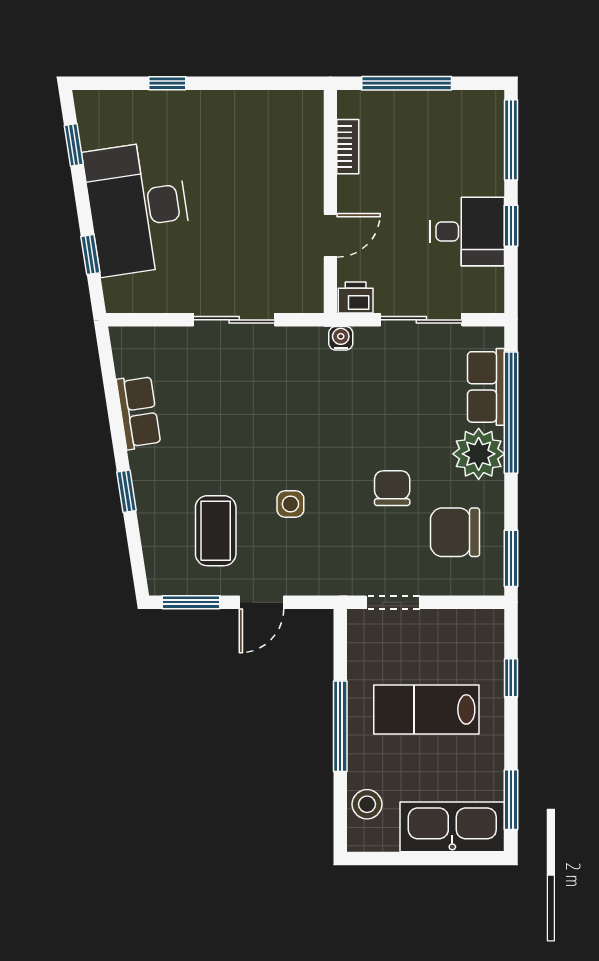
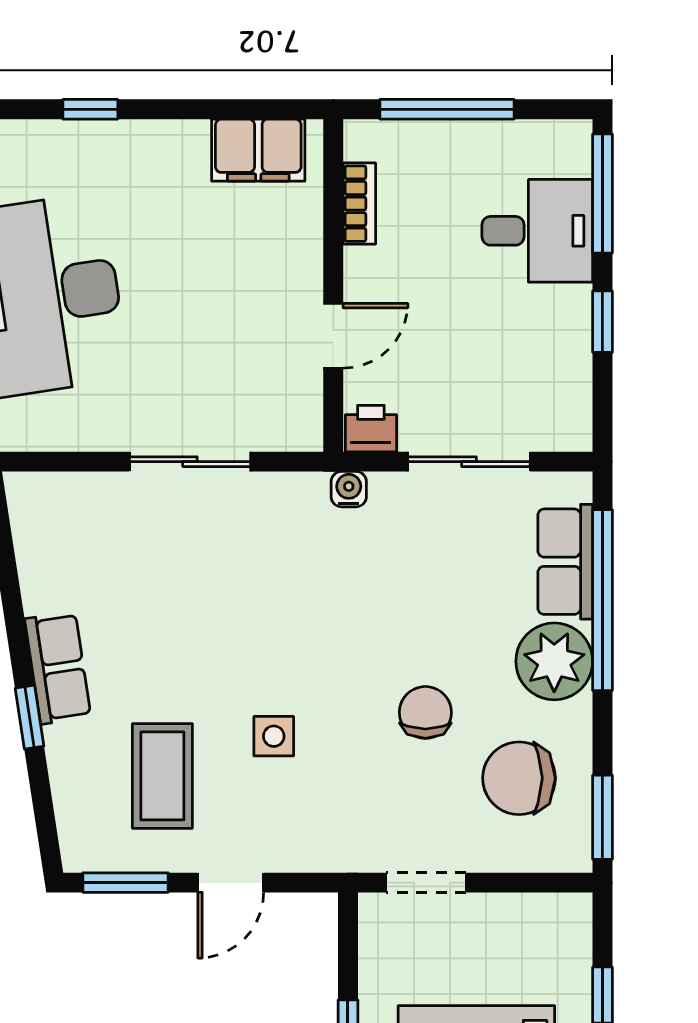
filing cabinet: (280, 111) -> (258, 150), added
desk: (467, 232) -> (537, 231), moved
row of seats: (138, 412) -> (58, 668), moved

